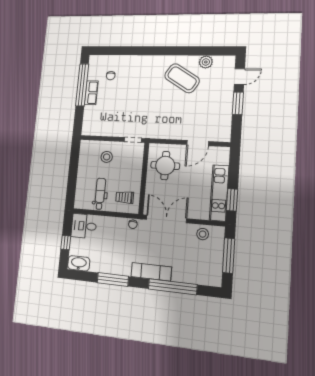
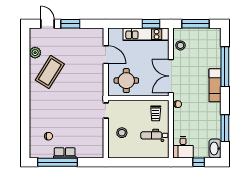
window: (113, 279) -> (225, 128), moved

